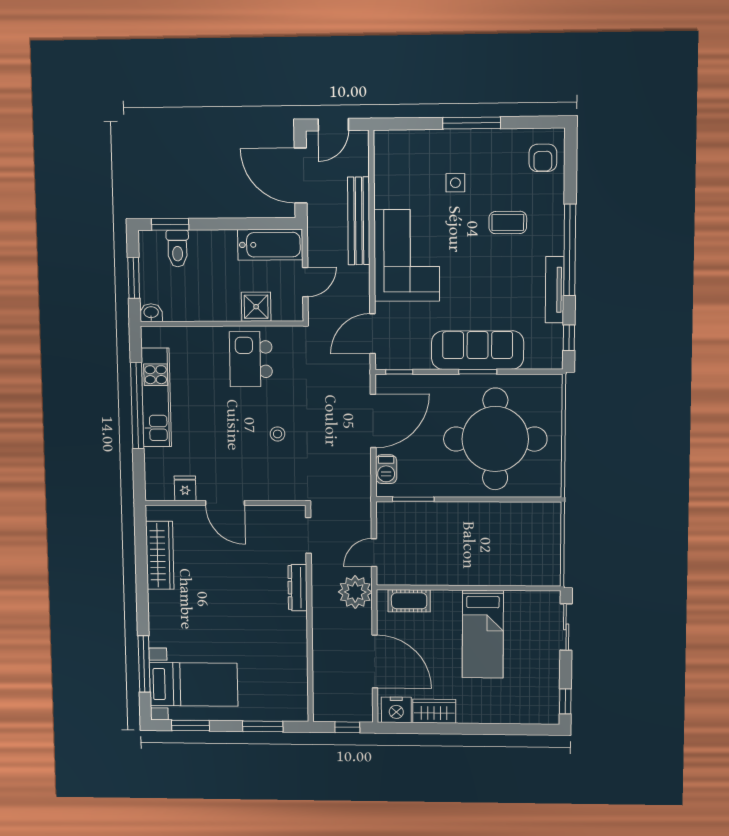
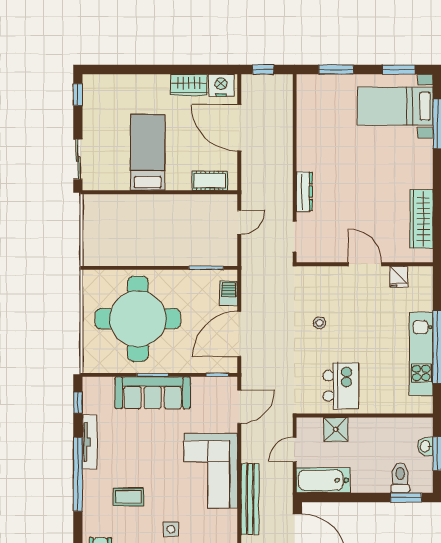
washbasin: (151, 313) -> (425, 446), moved, turned 90
plant: (355, 592) -> (255, 188), removed

